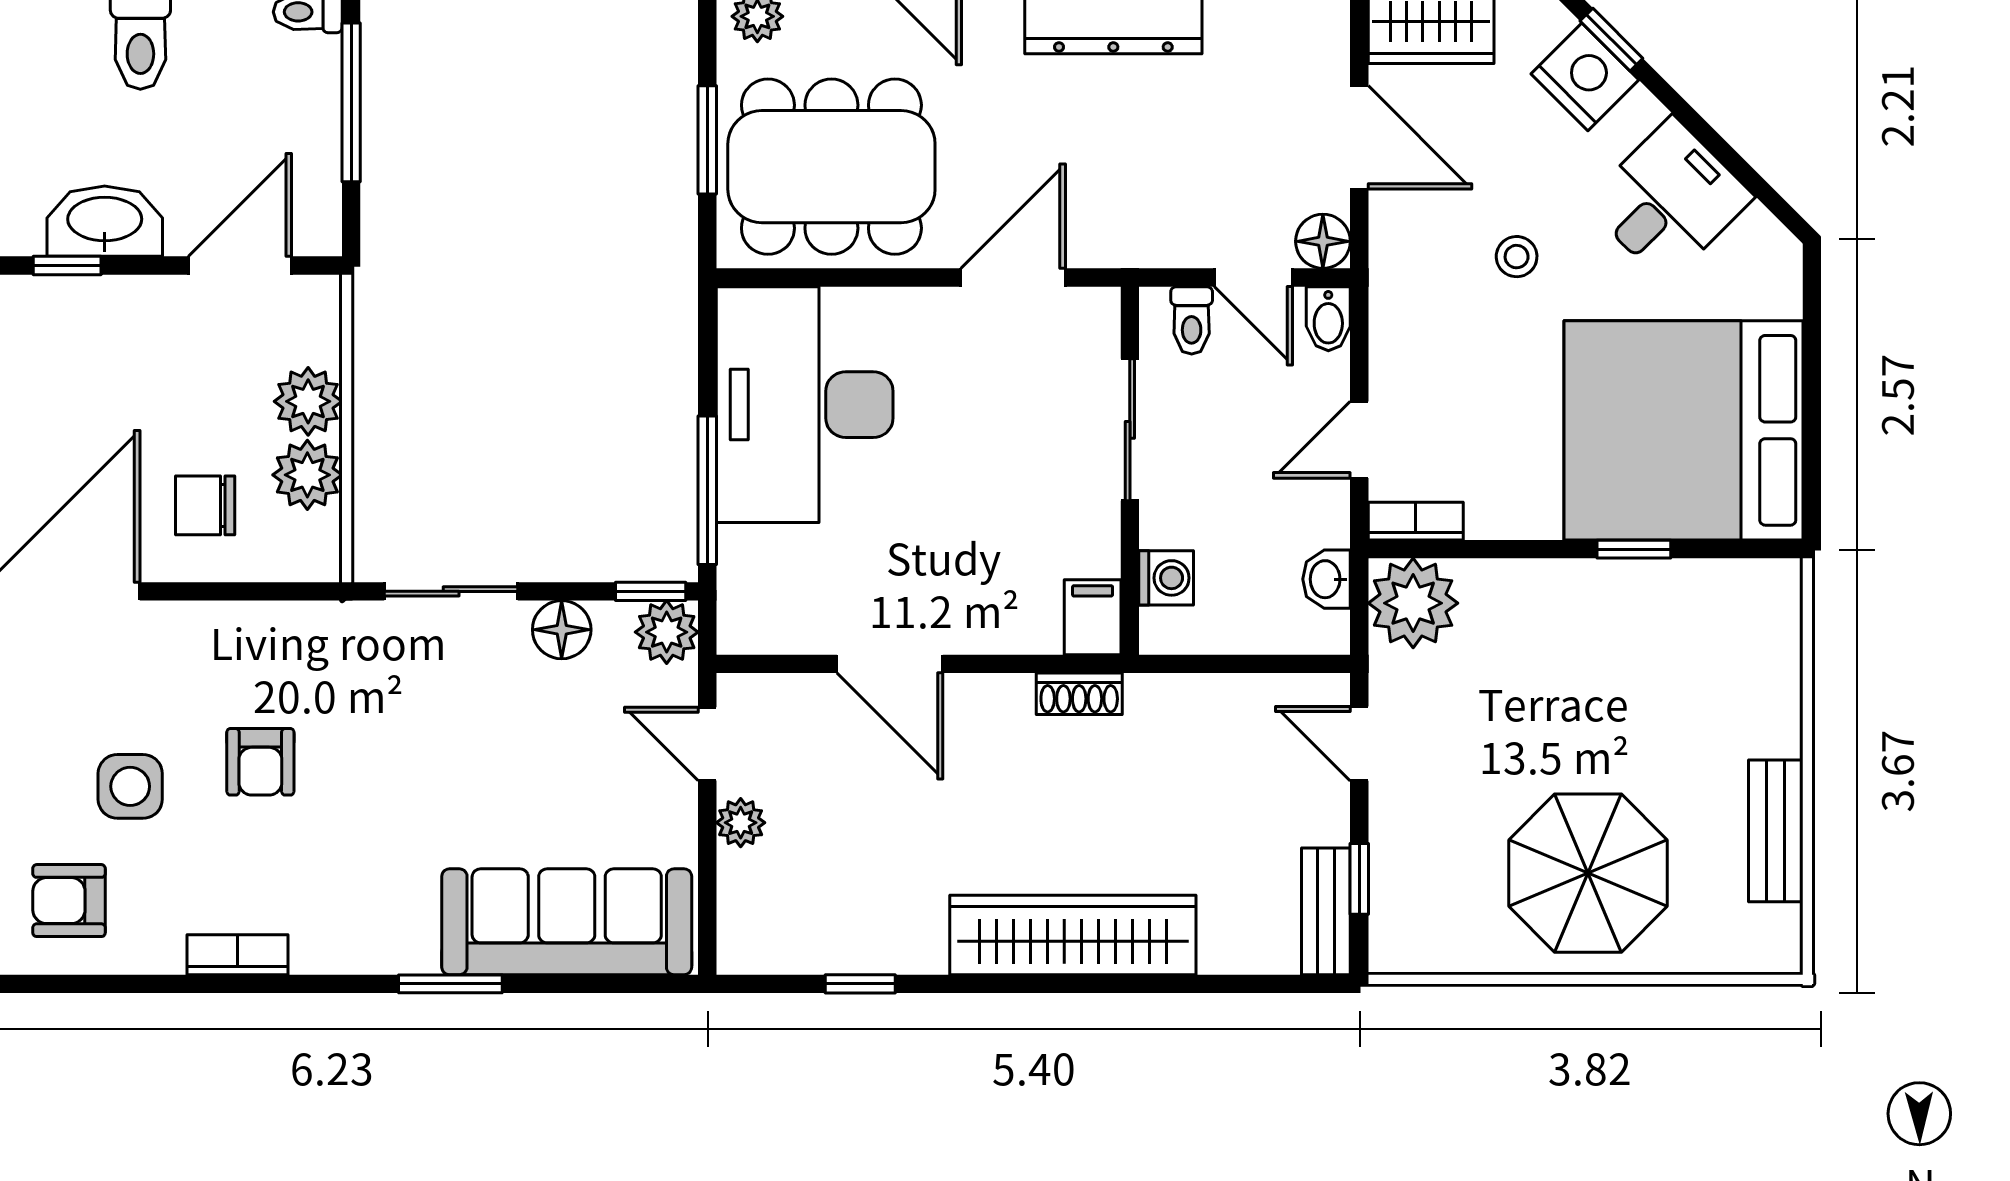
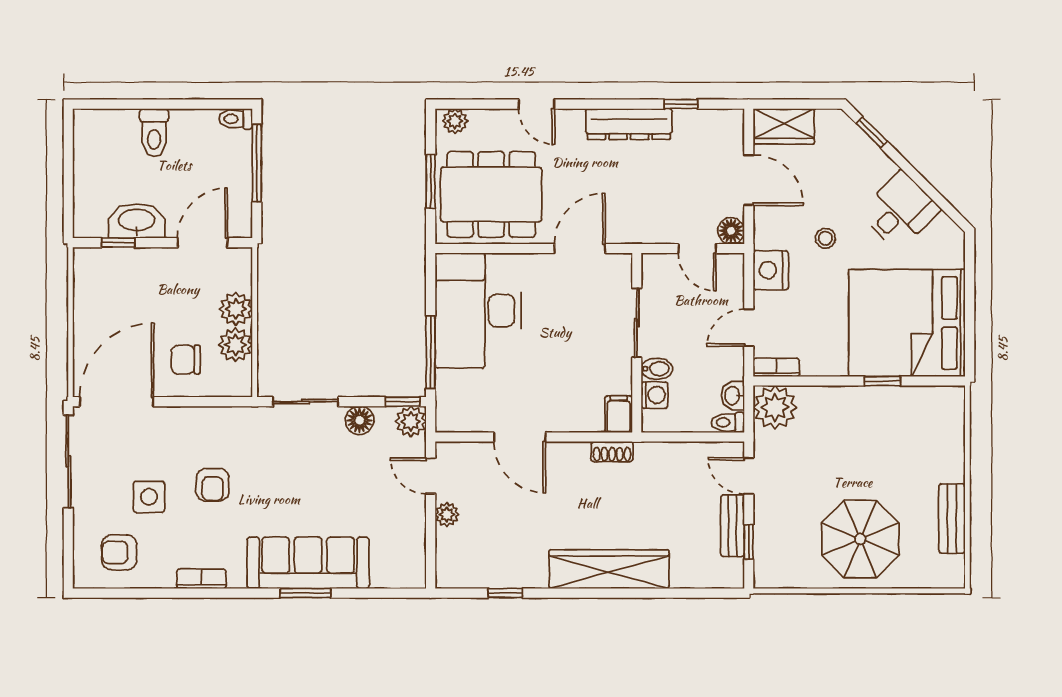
nightstand: (1585, 77) -> (771, 270), moved, turned -135
bidet: (1328, 319) -> (657, 369), moved, turned -90
toilet: (1192, 320) -> (728, 422), moved, turned 90
bench: (1326, 911) -> (732, 526), moved
sofa: (567, 922) -> (308, 563), moved

